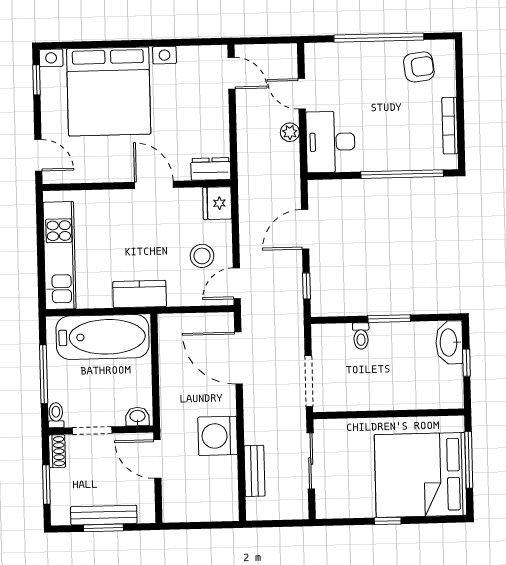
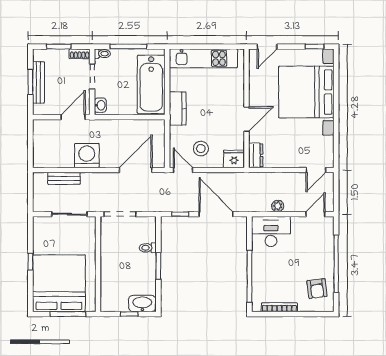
door: (302, 94) -> (315, 214), moved
door: (305, 229) -> (216, 214), width x1.36

